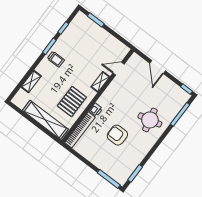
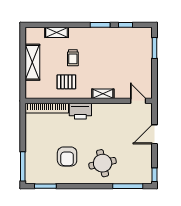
trolley: (56, 59) -> (73, 58), moved
door: (118, 69) -> (138, 101), moved
pallet: (72, 102) -> (66, 82), width x0.67, depth x0.71
printer: (96, 110) -> (80, 111), width x1.87, depth x1.48
shelving: (45, 120) -> (32, 62), width x0.68
armchair: (117, 135) -> (67, 157), moved, turned 180

